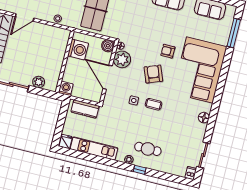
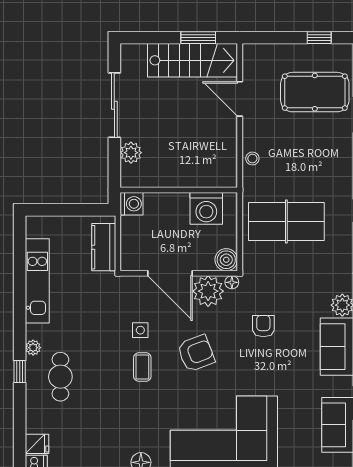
armchair: (168, 51) -> (263, 326), moved
door: (108, 77) -> (170, 273), swing flipped
fridge: (66, 142) -> (37, 444), moved

